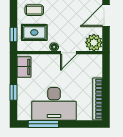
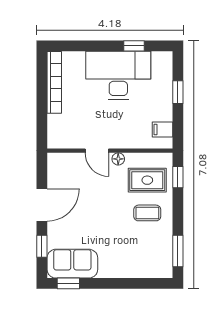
plant: (94, 43) -> (60, 165), removed
door: (69, 53) -> (97, 151), swing flipped
filing cabinet: (24, 67) -> (163, 130), width x0.50
window: (43, 124) -> (134, 46), width x0.46

